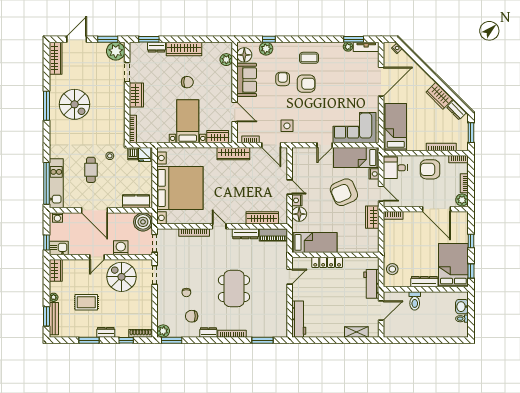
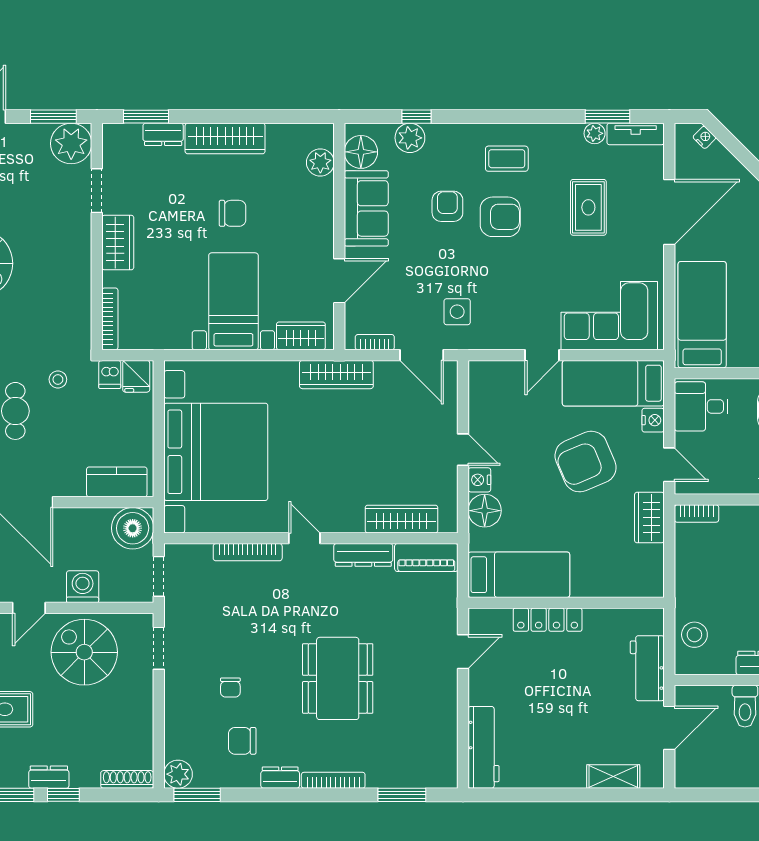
rug: (345, 79) -> (588, 207), added
door: (235, 112) -> (339, 281), hinge flipped
window: (126, 340) -> (63, 795), moved

